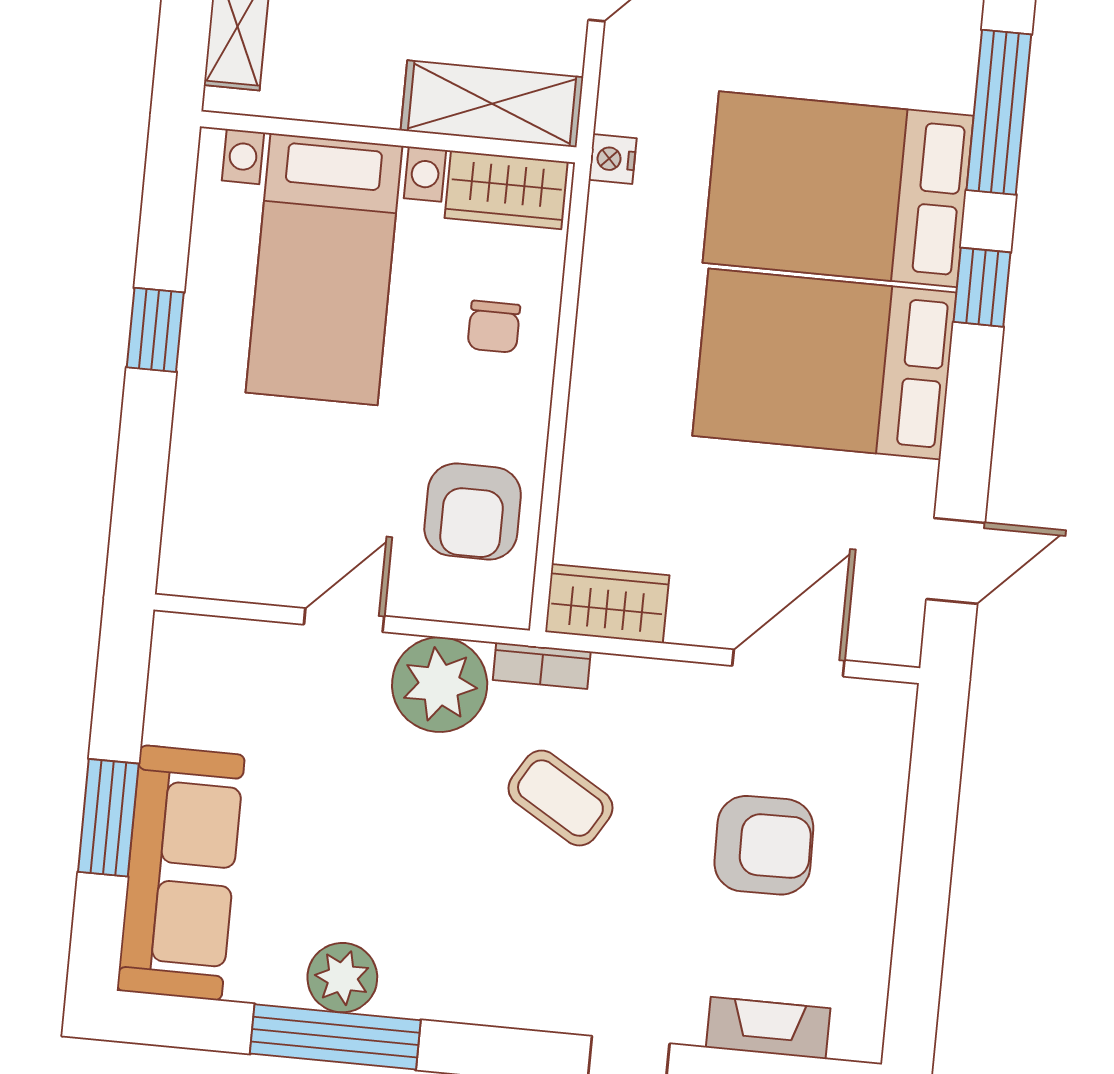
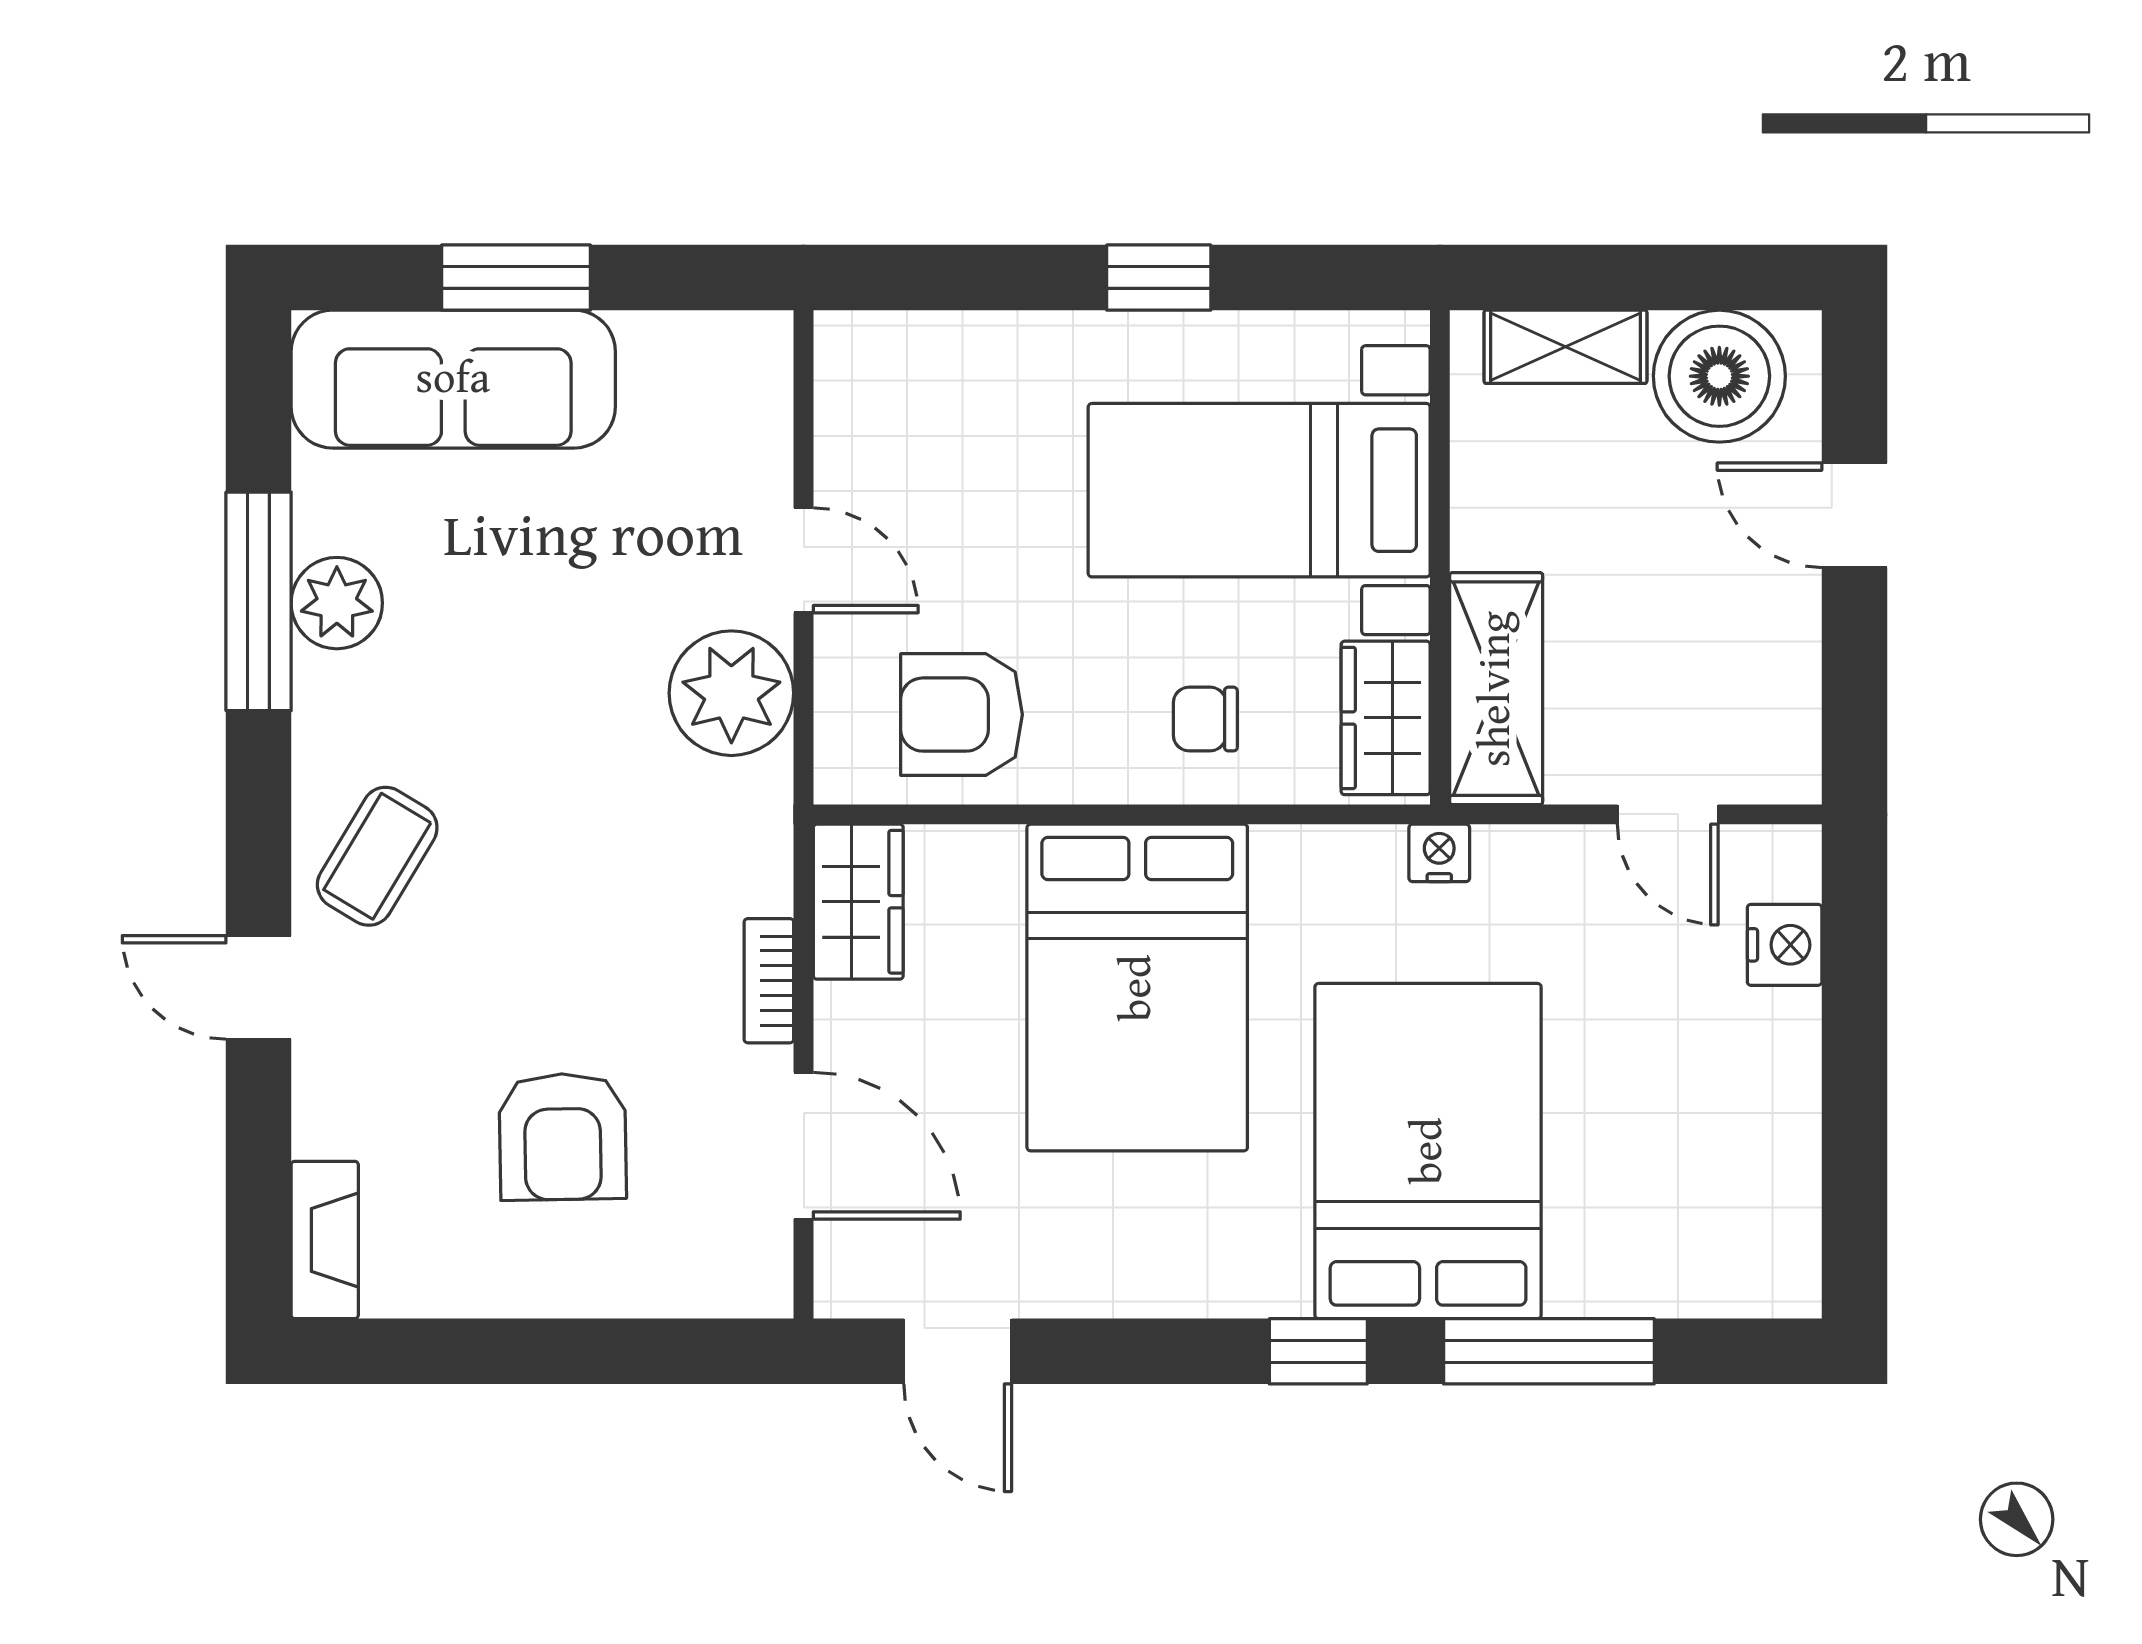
bed: (824, 364) -> (1137, 988), moved, turned 180
bookcase: (542, 666) -> (769, 981), moved
coffee table: (560, 798) -> (377, 856), moved
fireplace: (768, 1028) -> (325, 1240), moved

